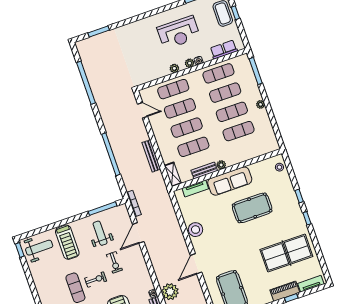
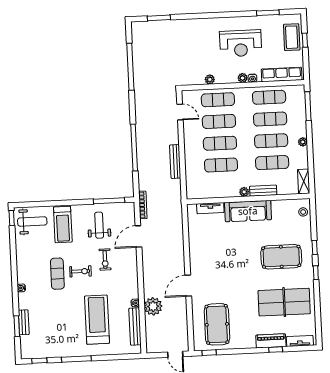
row of seats: (224, 50) -> (282, 74), width x1.48
plant: (174, 68) -> (210, 79), moved
bench: (204, 170) -> (263, 191), moved
shelving: (173, 174) -> (304, 181), moved
pool table: (252, 208) -> (281, 257), moved
stool: (196, 230) -> (198, 250), removed

